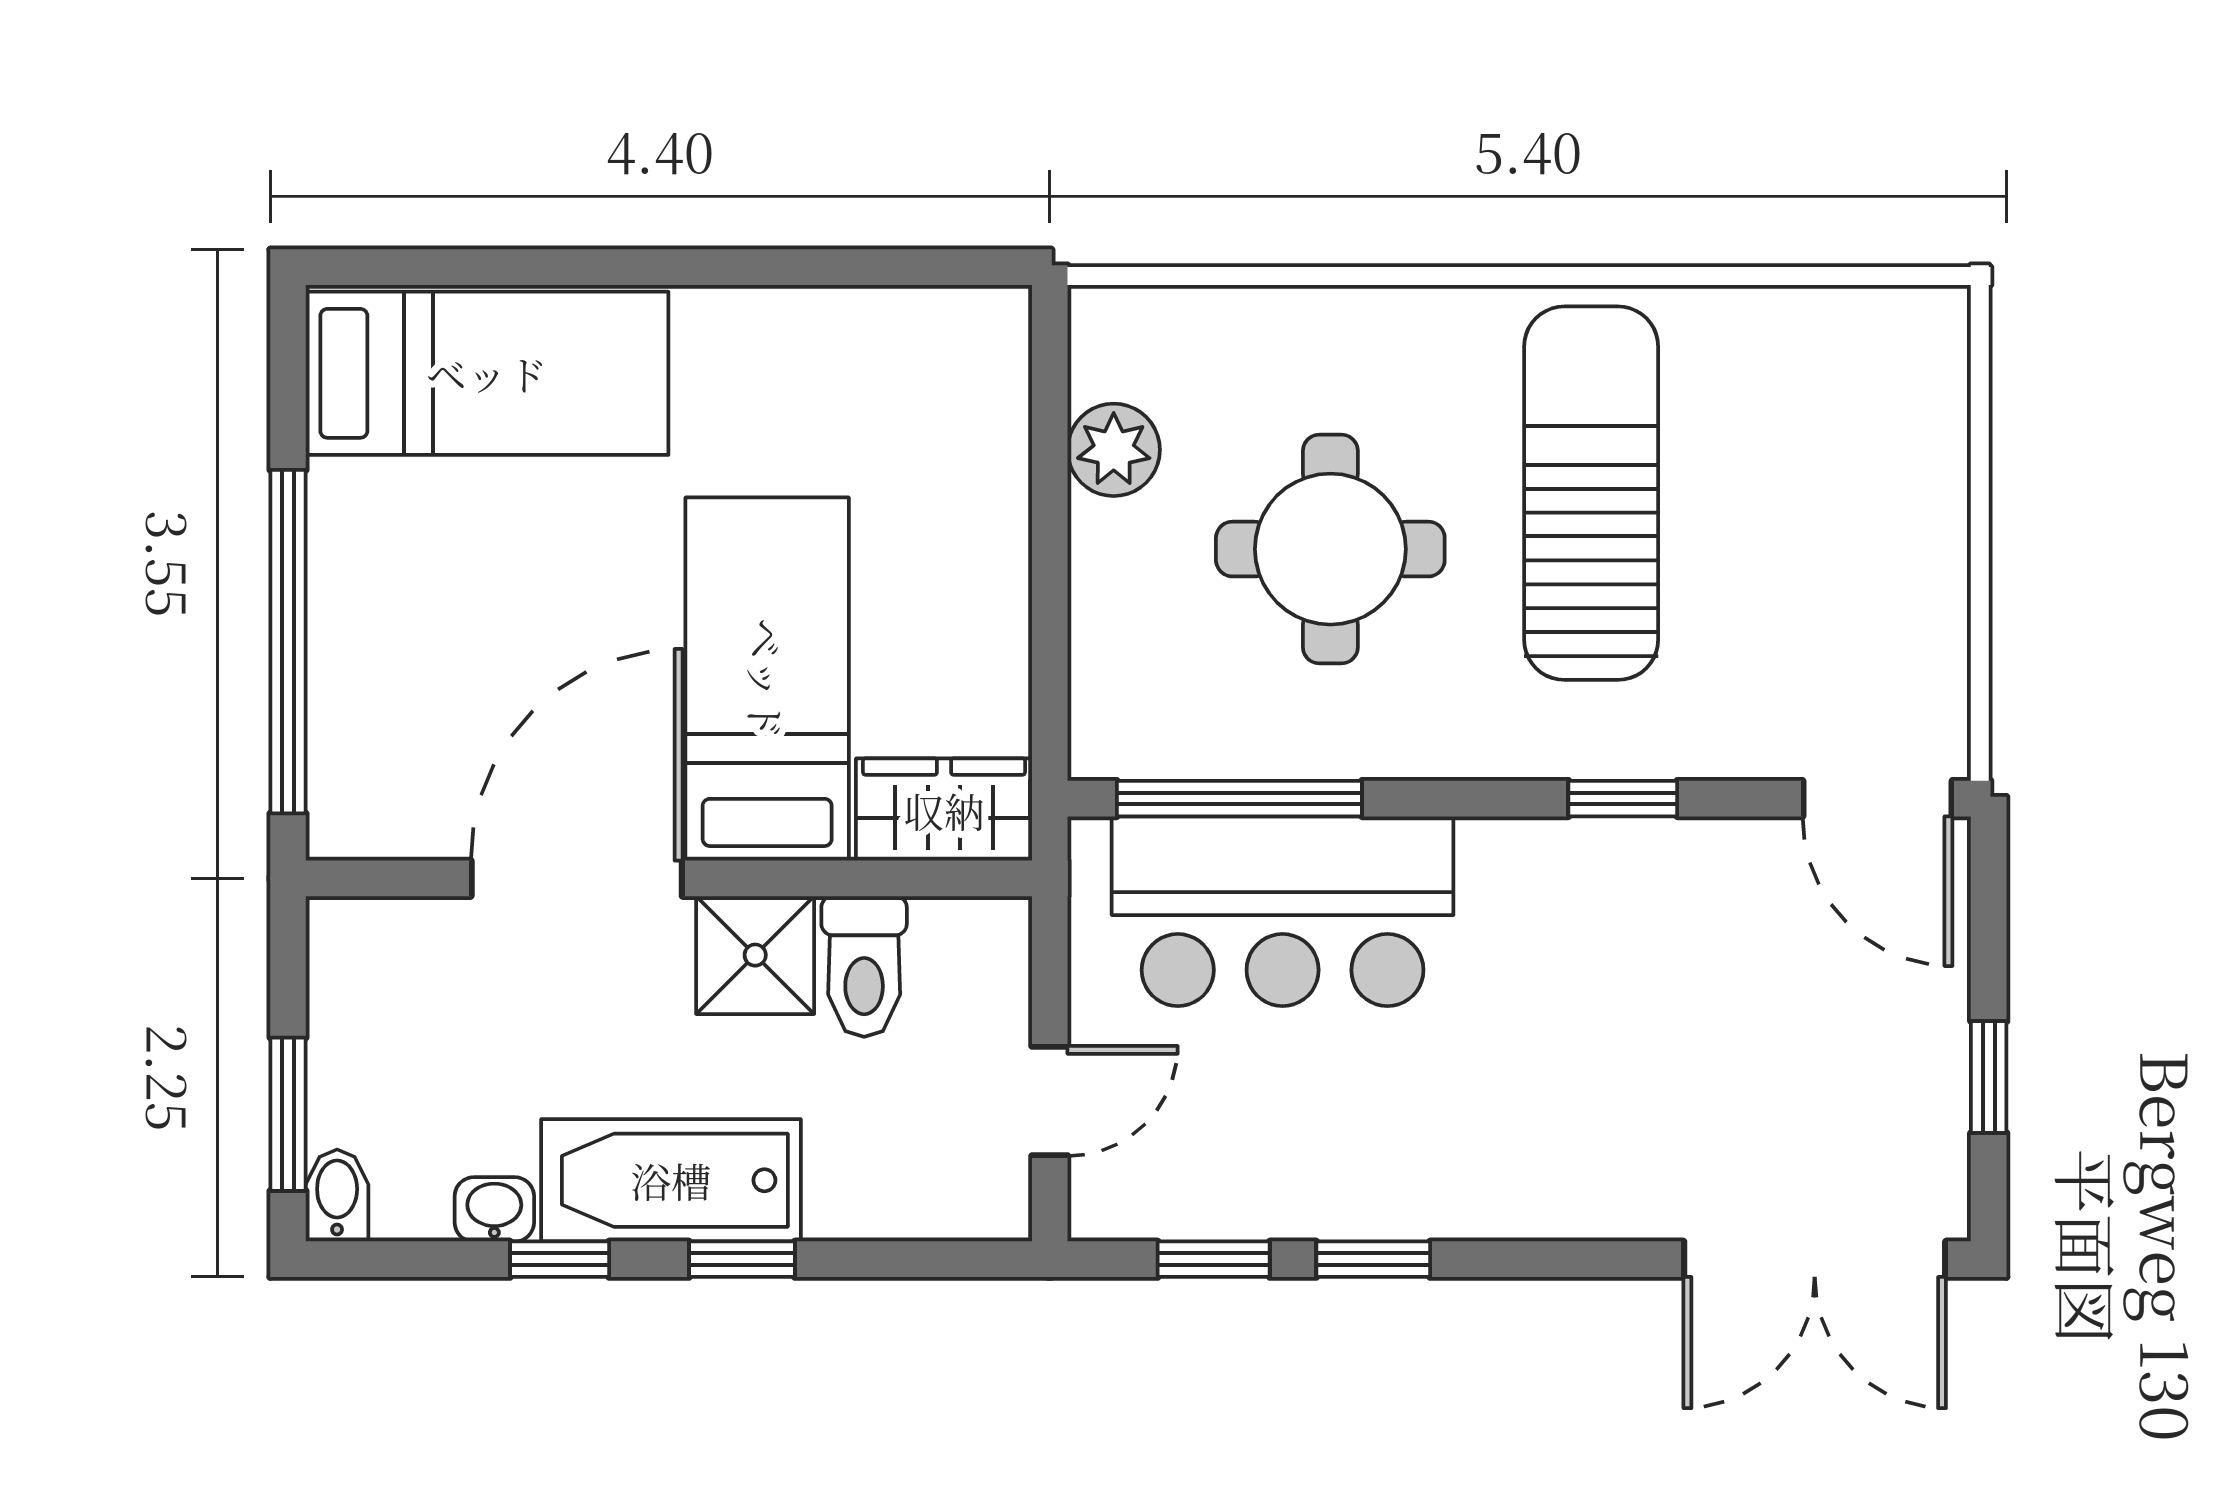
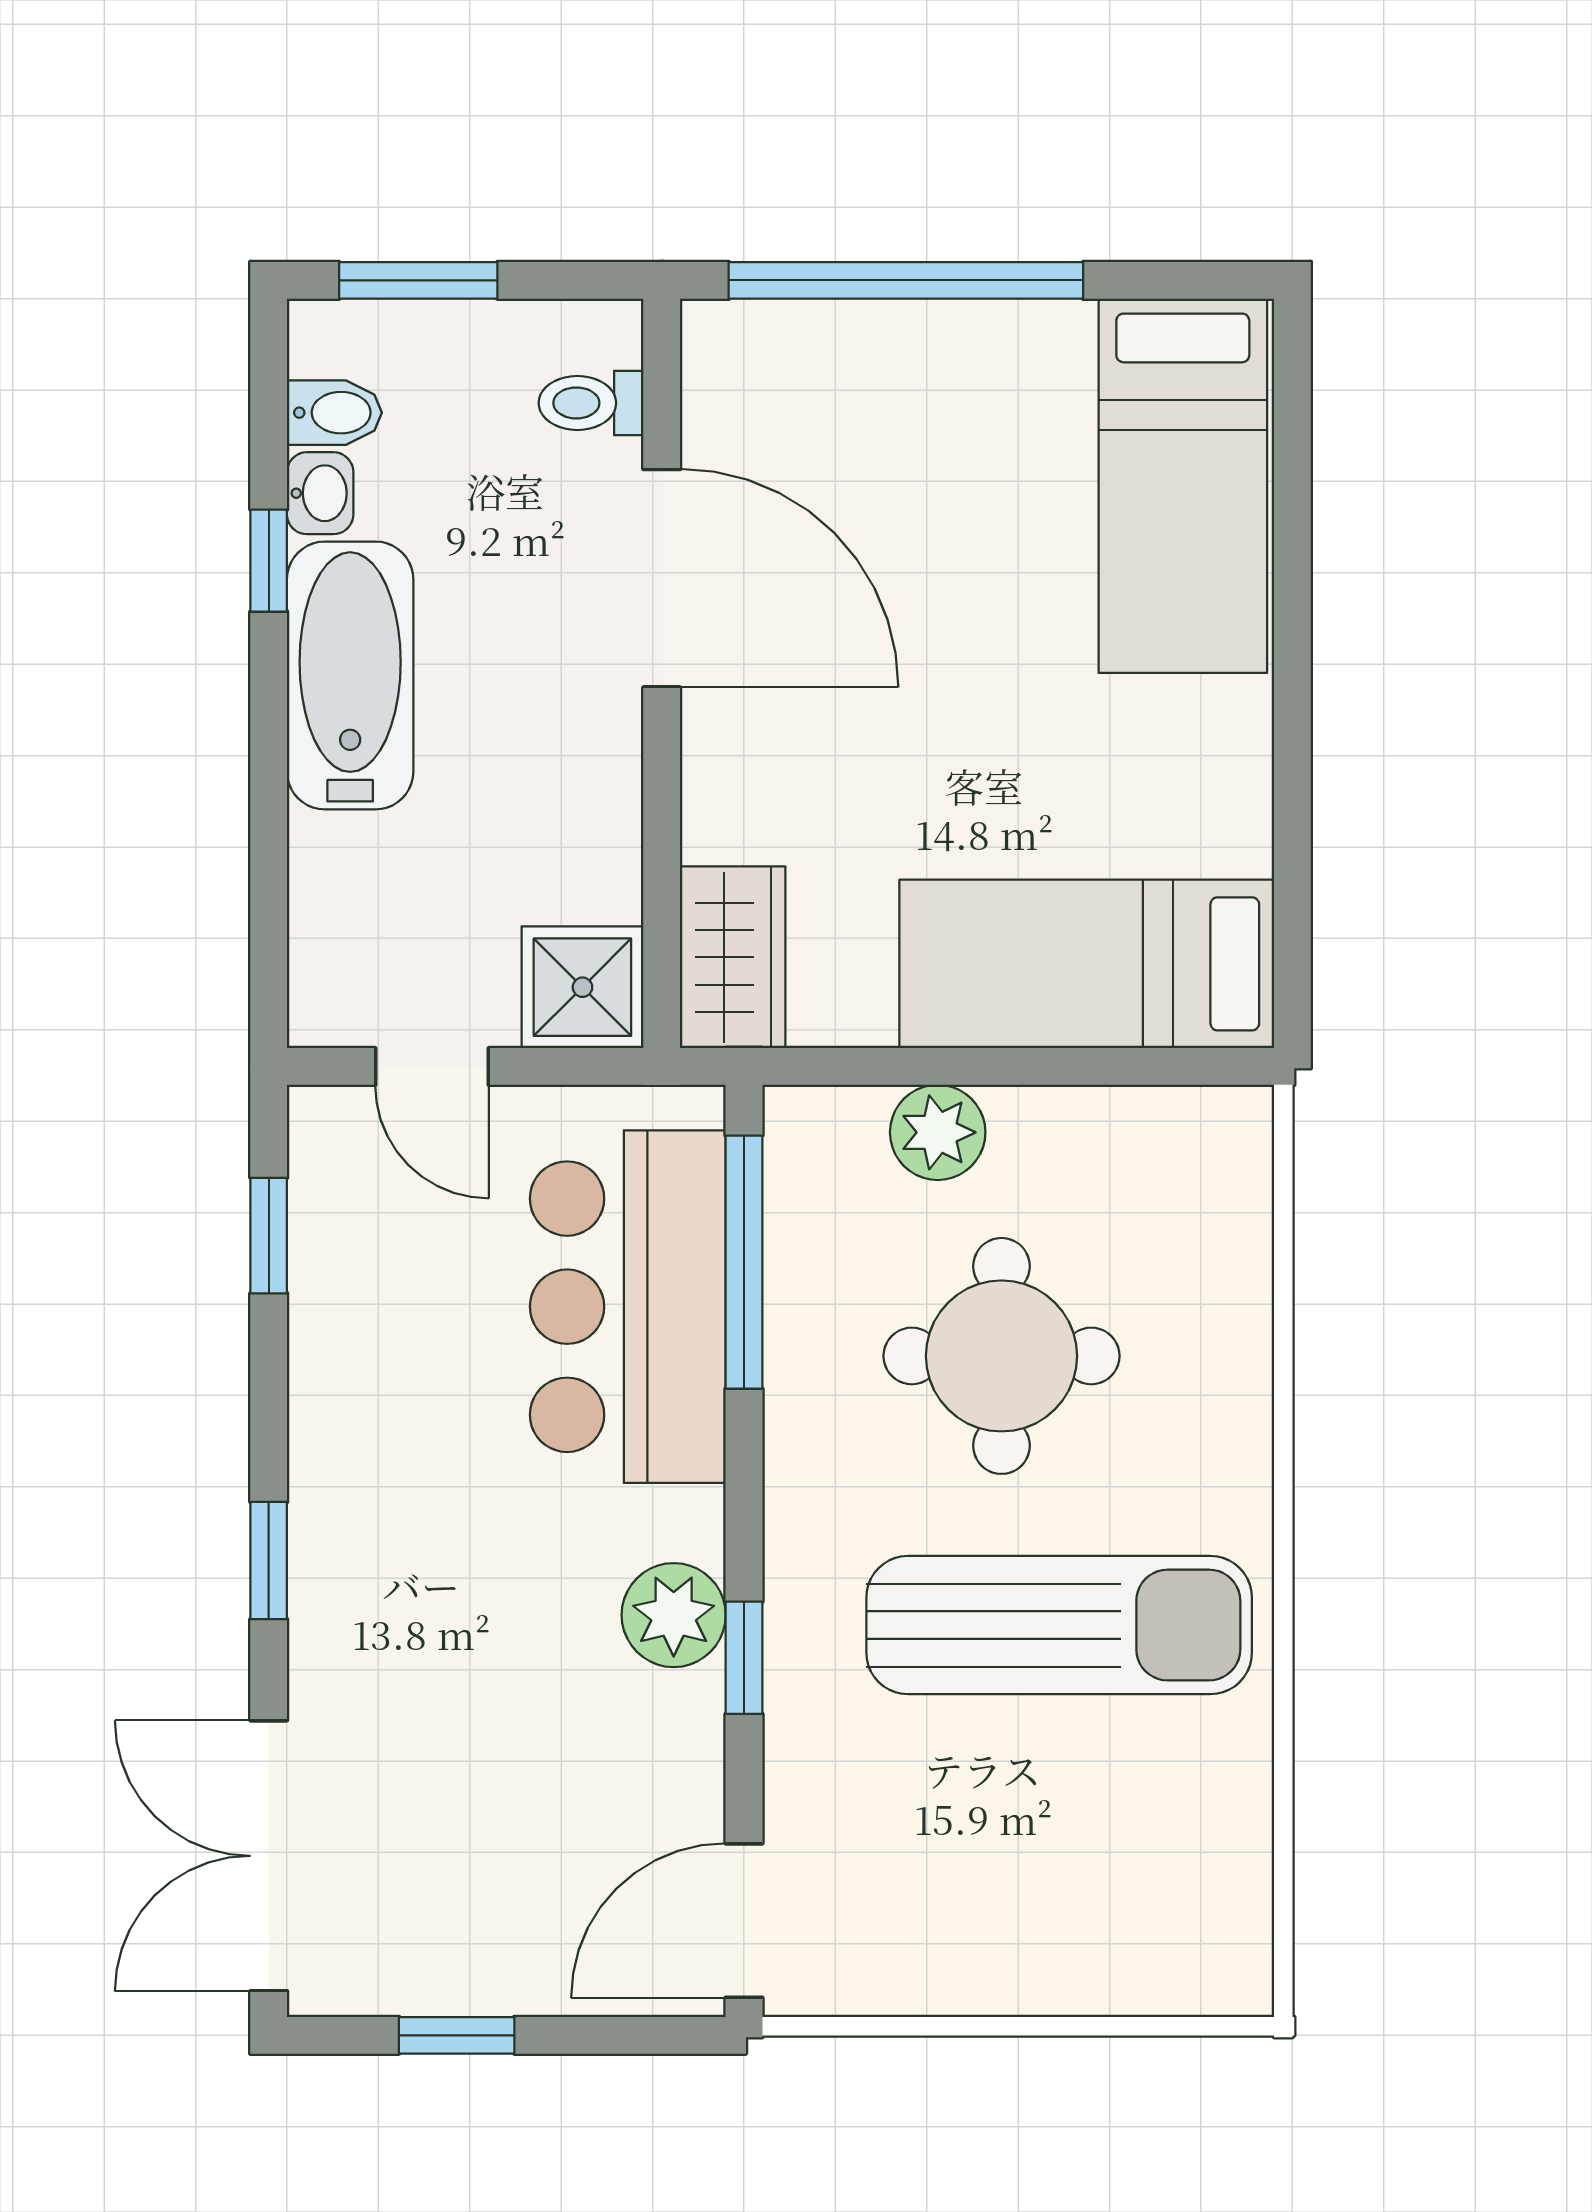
plant: (1114, 450) -> (938, 1132), moved
bed: (767, 679) -> (1087, 964), moved, turned 180
plant: (1581, 867) -> (674, 1615), added
shower: (755, 955) -> (582, 987), moved
toilet: (864, 966) -> (591, 403), moved, width x0.73, depth x0.72
bidet: (337, 1195) -> (334, 413), moved
window: (742, 1259) -> (269, 749), removed
window: (1373, 1259) -> (269, 1561), moved

